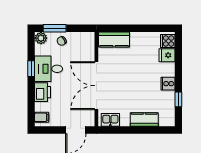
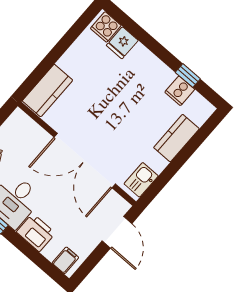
cooker: (168, 84) -> (180, 91), moved

